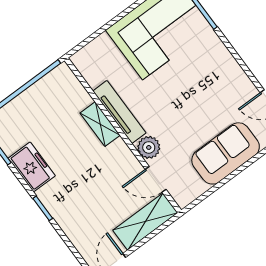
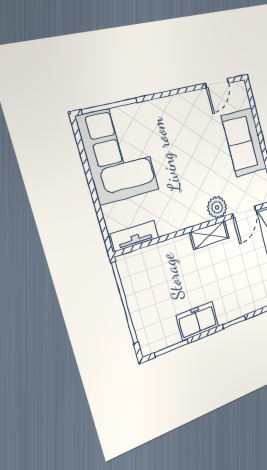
tv unit: (119, 112) -> (135, 236), moved, width x0.71
shelving: (100, 124) -> (209, 235), moved

